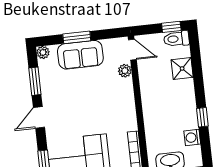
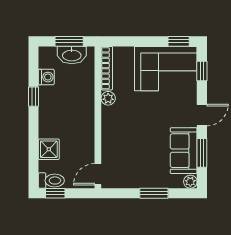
door: (132, 50) -> (98, 174), hinge flipped
sofa: (80, 55) -> (184, 151), moved, turned -90
plant: (125, 71) -> (108, 98), moved

